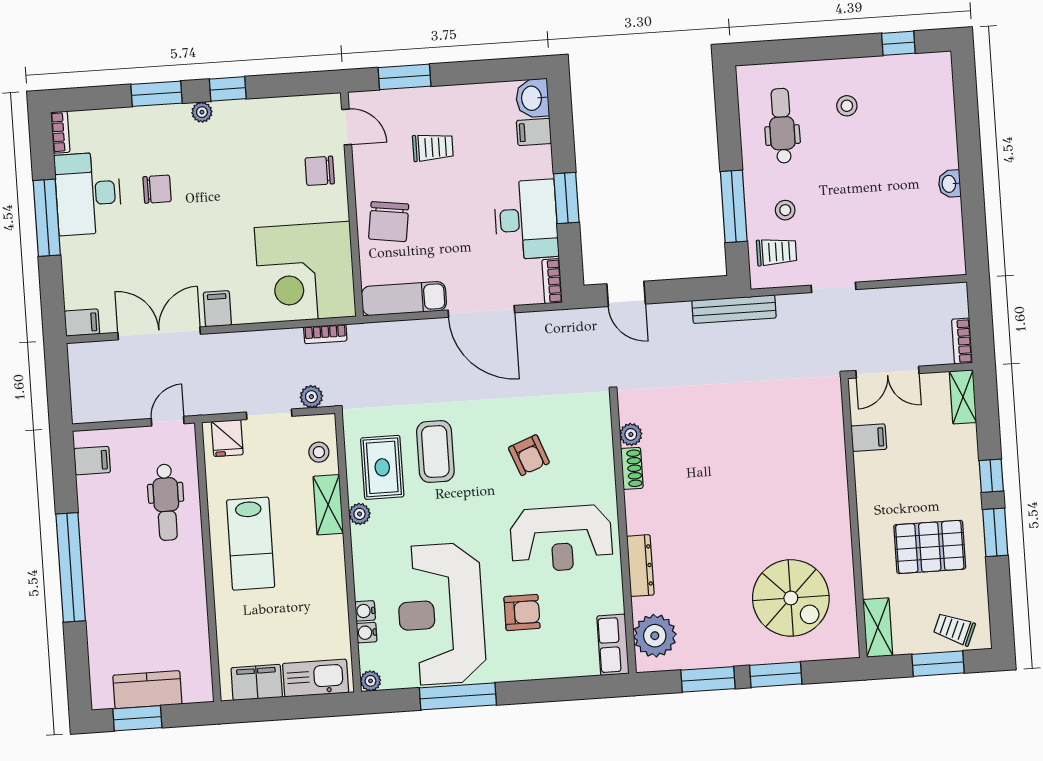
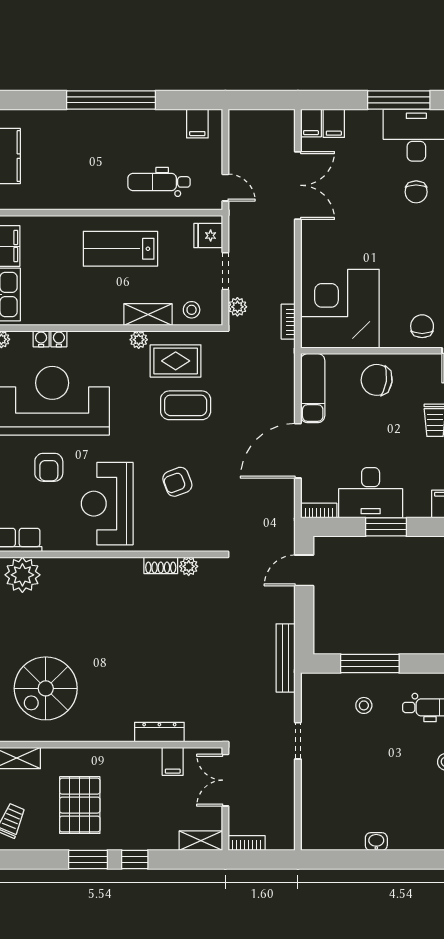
trolley: (777, 252) -> (330, 696), removed
filing cabinet: (217, 309) -> (334, 123), moved, turned 90
dresser: (640, 566) -> (159, 732), moved, turned 180

